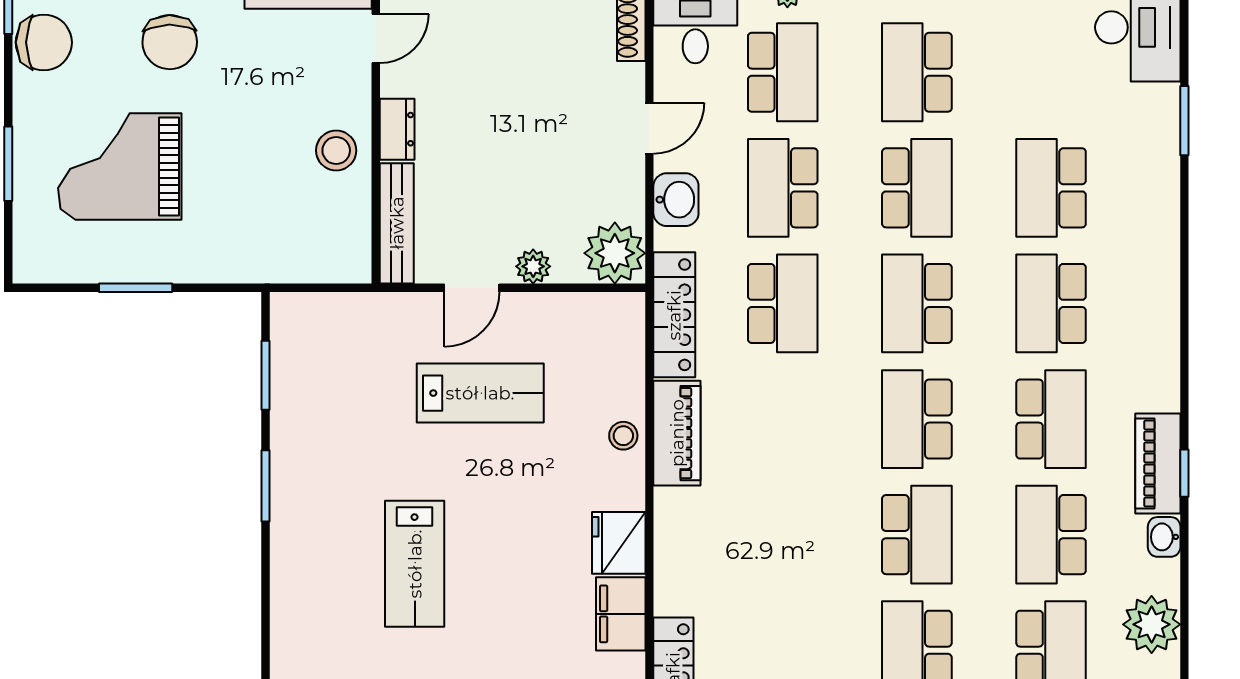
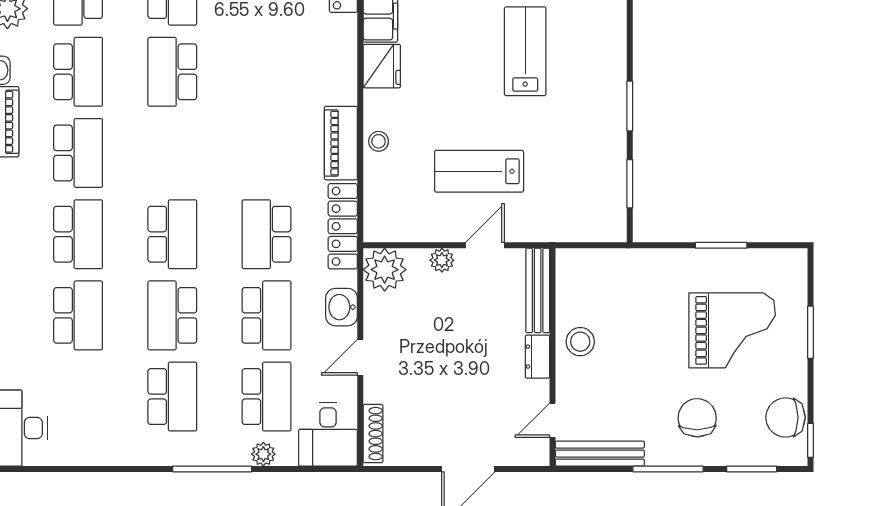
school desk: (783, 72) -> (267, 397), turned 180
school desk: (917, 419) -> (172, 153), removed
school desk: (1051, 419) -> (78, 153), turned 180

